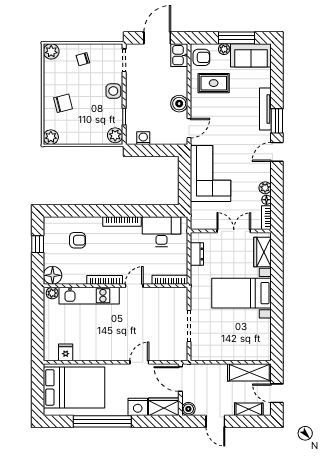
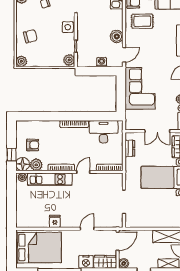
washing machine: (143, 138) -> (102, 62), moved
double door: (234, 231) -> (157, 131), swing flipped
armchair: (77, 240) -> (33, 145), moved
window: (38, 244) -> (12, 155), moved
plant: (71, 276) -> (36, 165), added
fridge: (66, 352) -> (55, 221), moved
door: (180, 379) -> (118, 241), swing flipped

